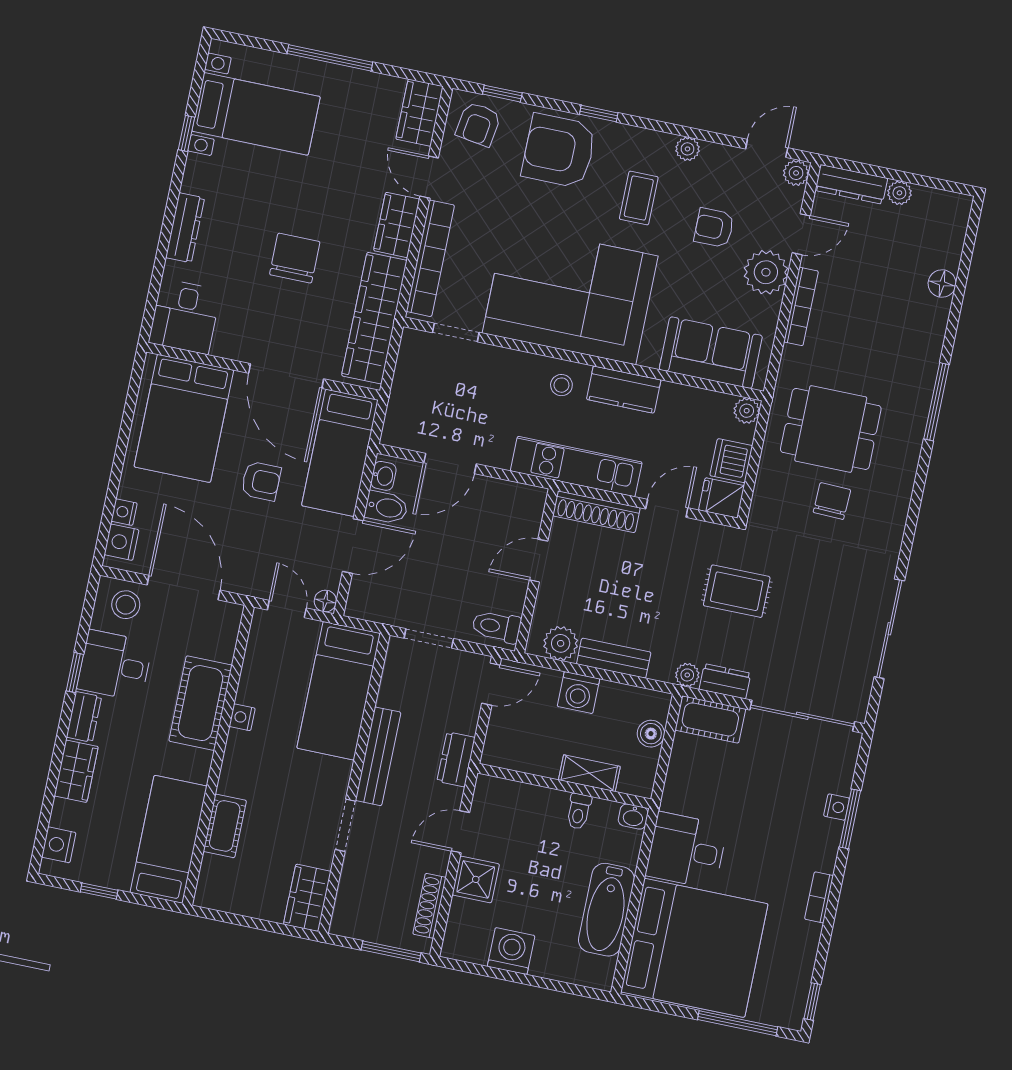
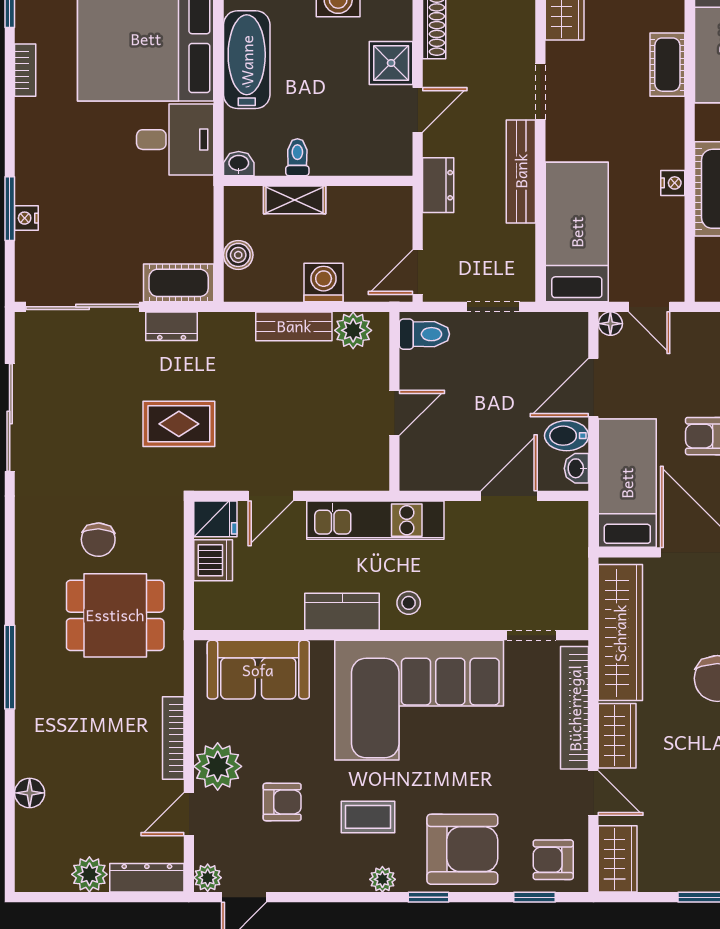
armchair: (478, 124) -> (553, 860), turned -99
plant: (688, 149) -> (382, 879), moved
plant: (899, 193) -> (89, 874), width x1.38, depth x1.38
coffee table: (639, 198) -> (368, 817), turned 90
plant: (747, 411) -> (208, 616), removed
shoe rack: (596, 512) -> (344, 477), removed
plant: (687, 675) -> (213, 325), removed
bookcase: (819, 897) -> (25, 70), moved

